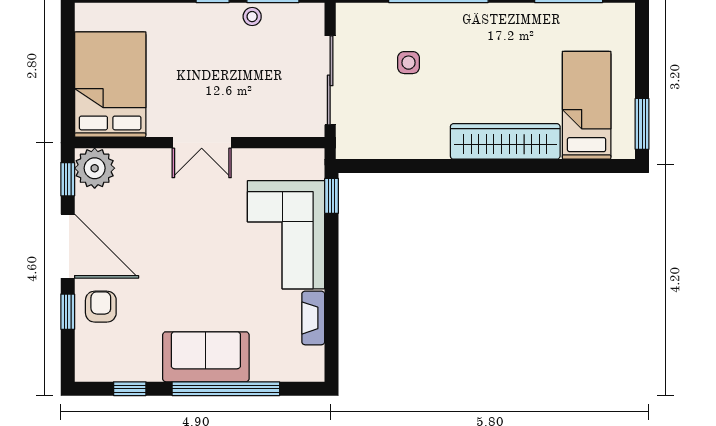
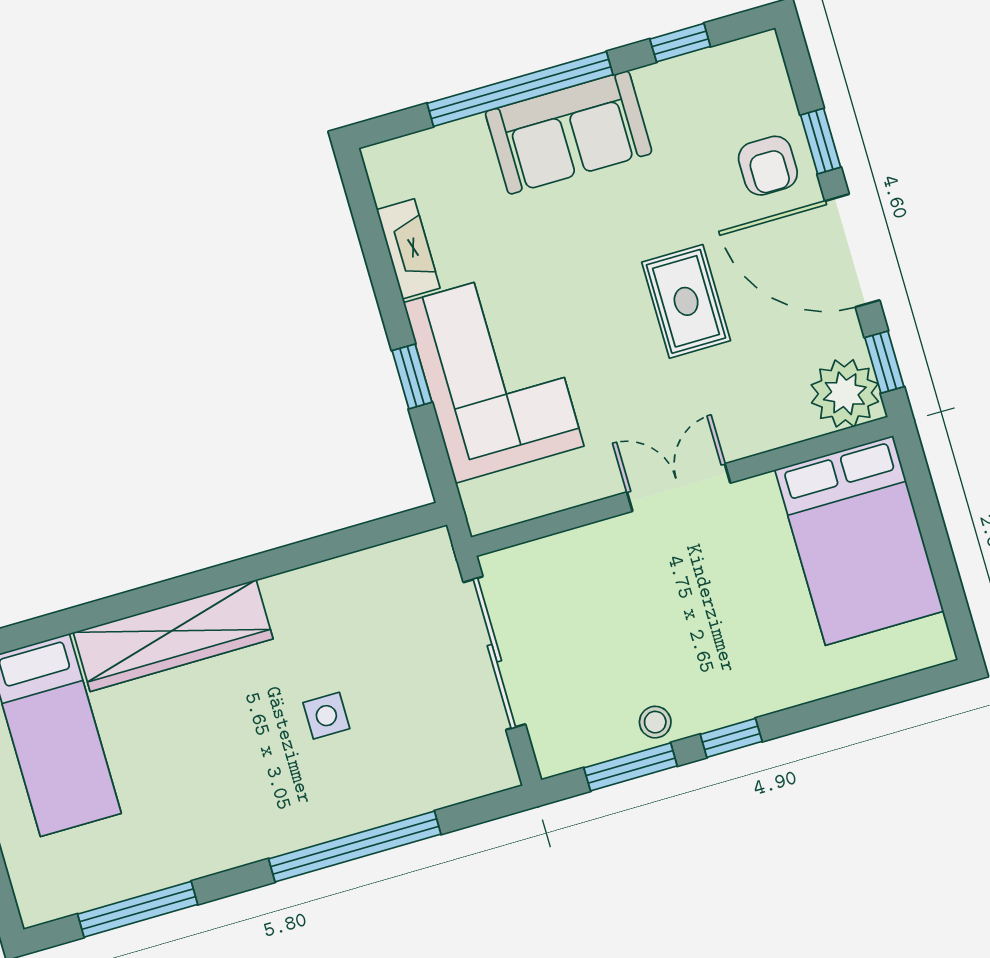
side table: (409, 63) -> (326, 716), moved
window: (332, 196) -> (412, 376), moved
rug: (168, 245) -> (686, 301), added

